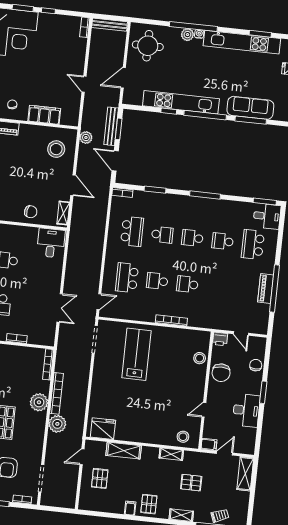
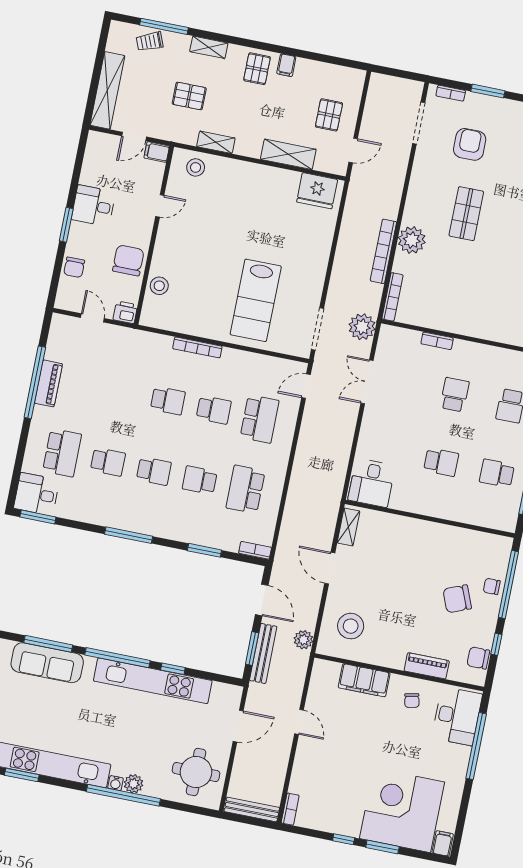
chair: (31, 212) -> (398, 533), removed
desk: (246, 410) -> (94, 206), width x0.73
plant: (57, 424) -> (362, 327), moved
shelving: (245, 474) -> (107, 90), width x1.47

